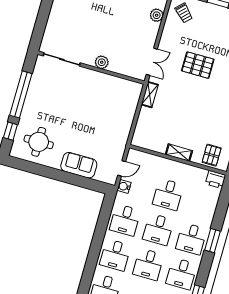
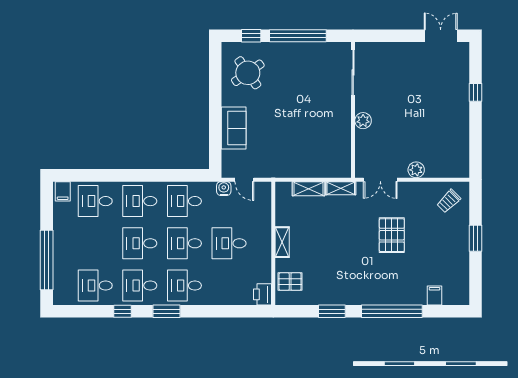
plant: (157, 15) -> (416, 170), moved
shelving: (143, 120) -> (309, 189), added
round table: (39, 142) -> (248, 73), turned -35
window: (213, 241) -> (167, 311), moved

